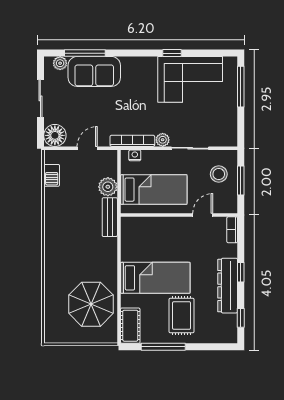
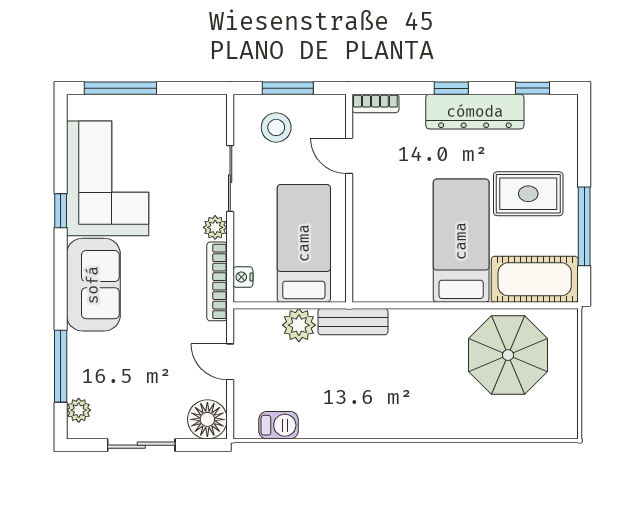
sofa: (94, 71) -> (93, 285), moved
cot: (130, 326) -> (535, 279), width x1.37, depth x1.34

